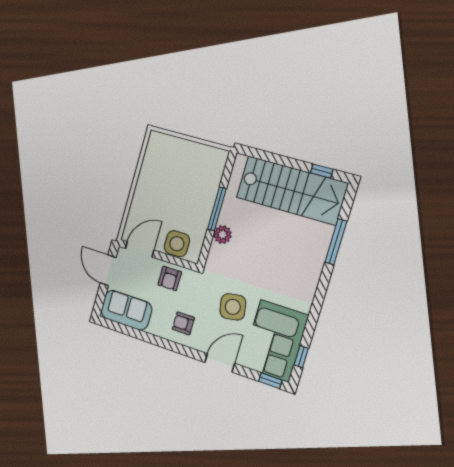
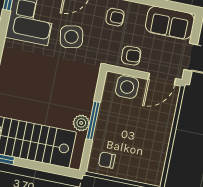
chair: (206, 163) -> (107, 160), added
plant: (222, 235) -> (81, 123), moved
armchair: (170, 278) -> (131, 56), turned 87

